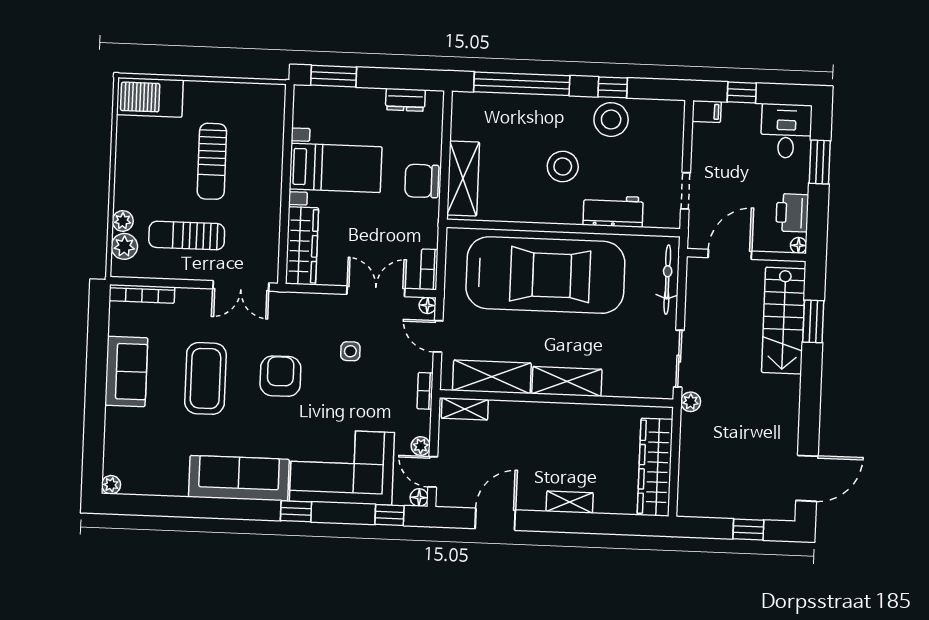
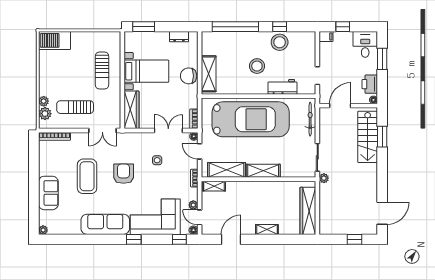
sun lounger: (212, 161) -> (102, 70), moved
sofa: (126, 371) -> (48, 193), moved

